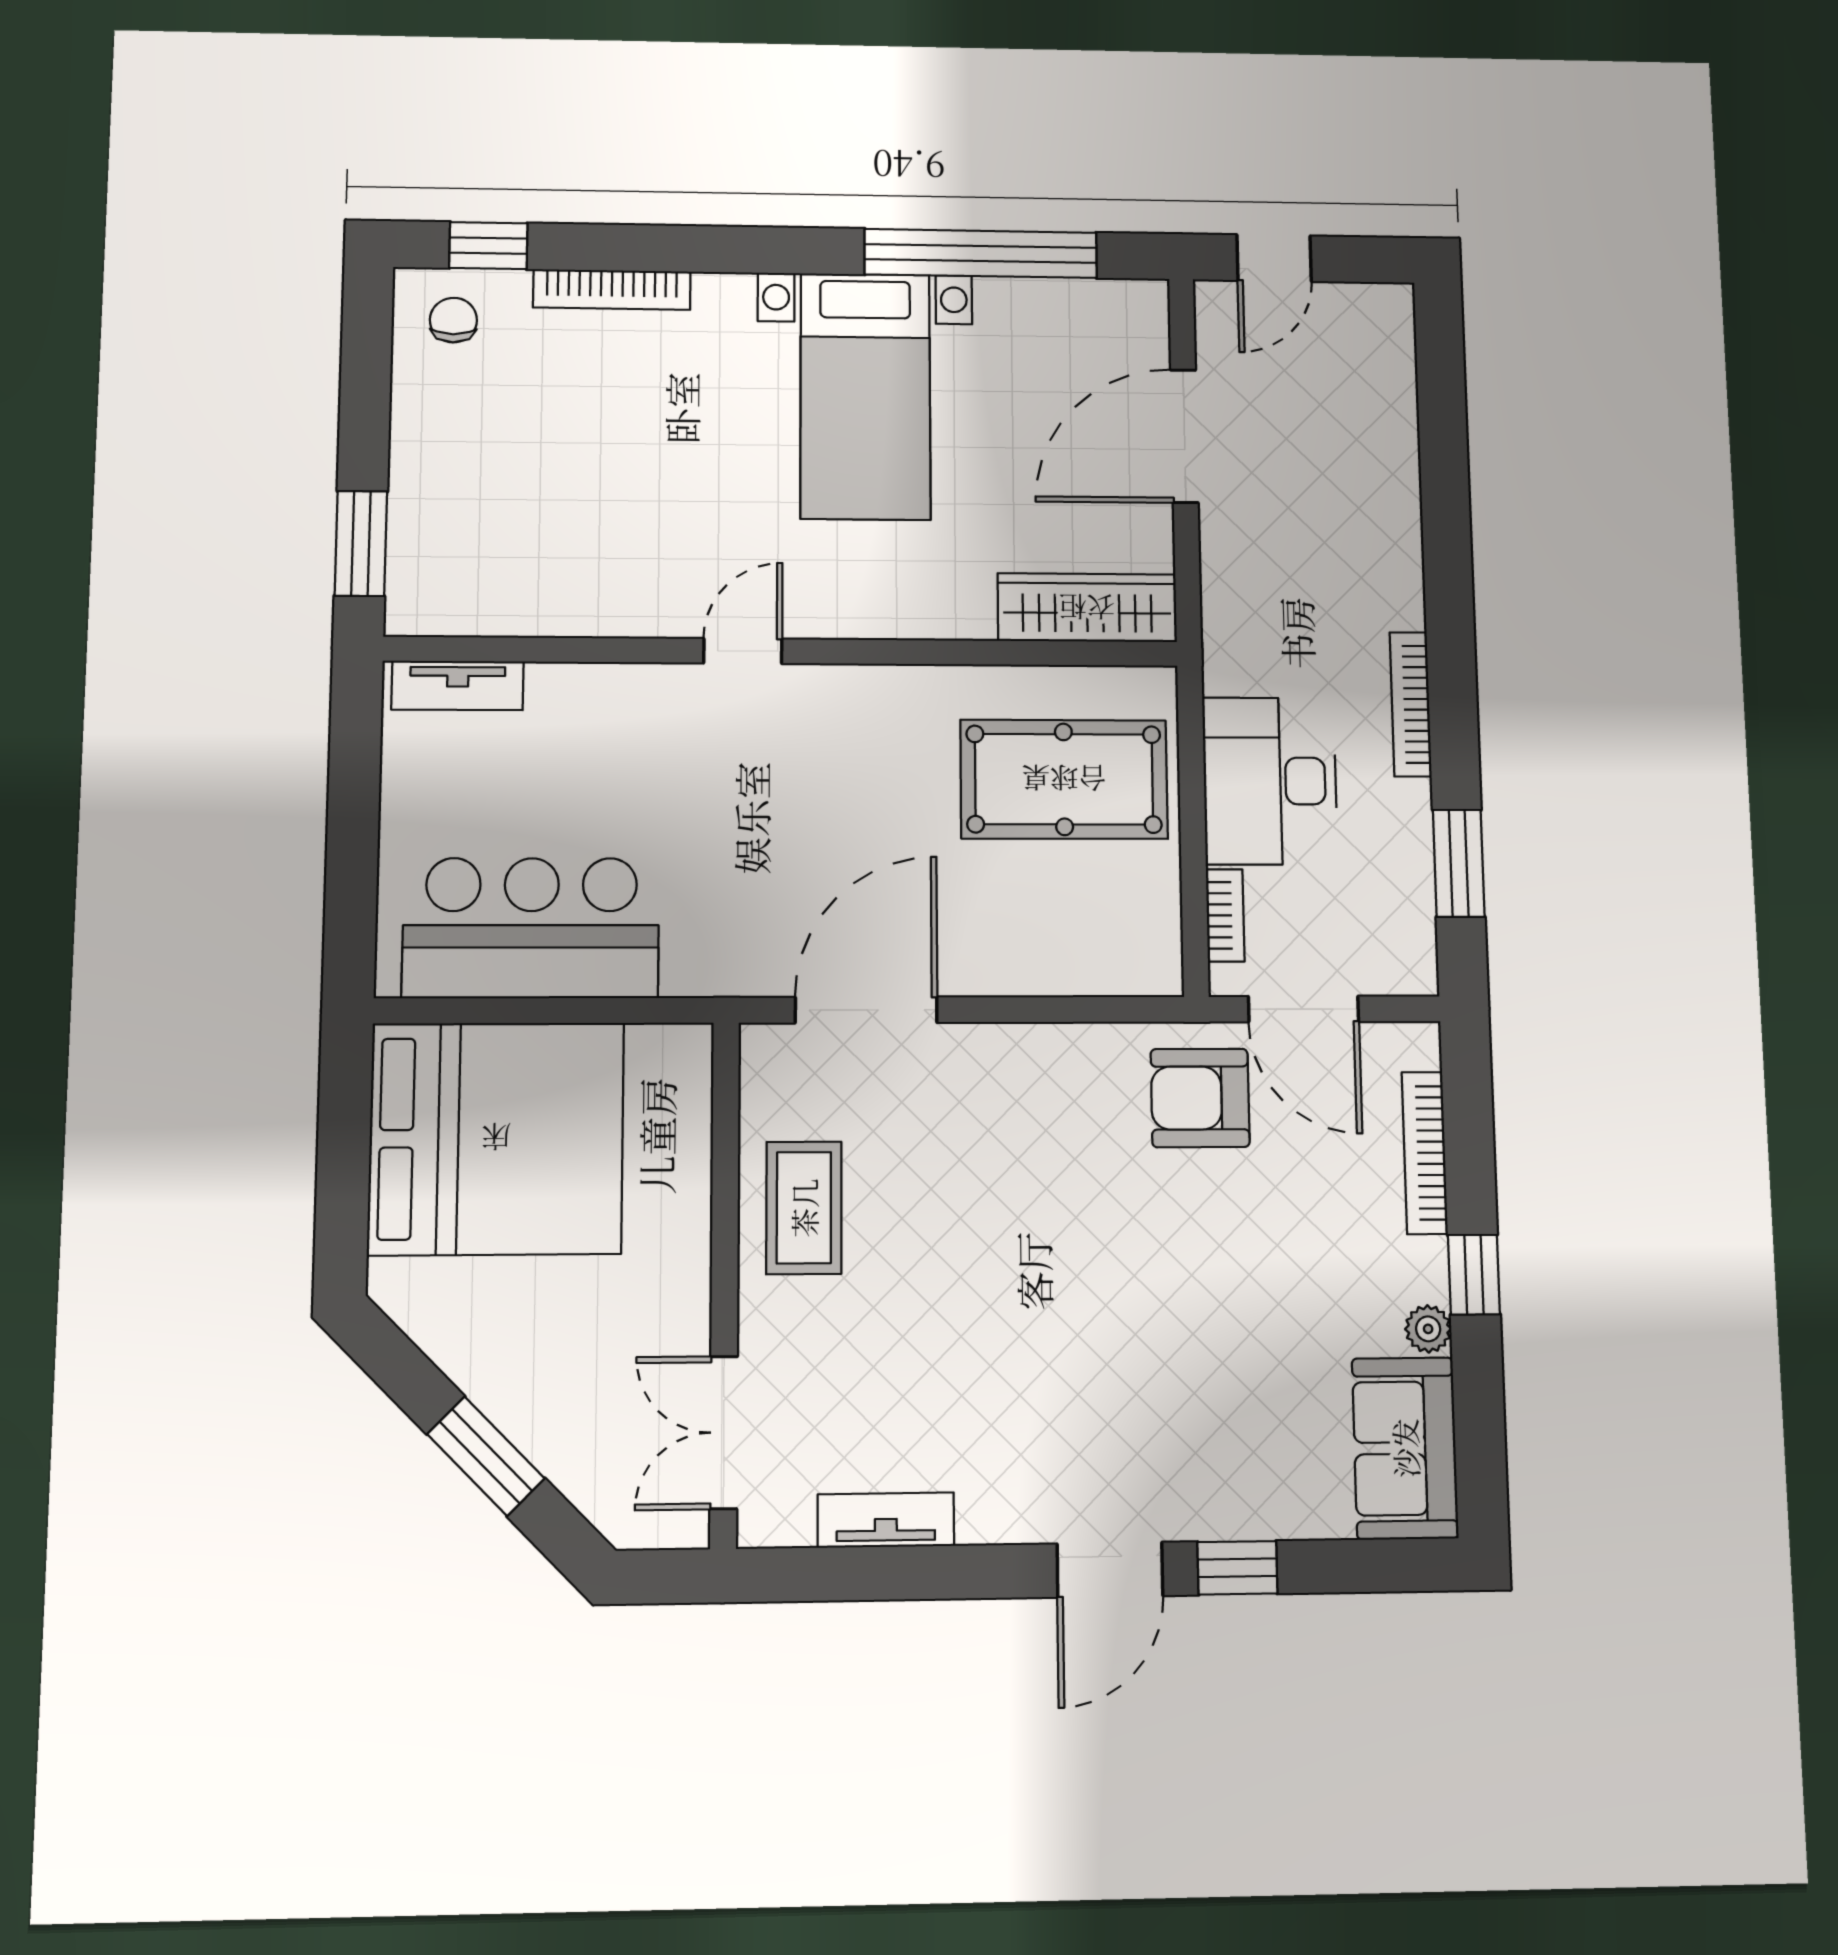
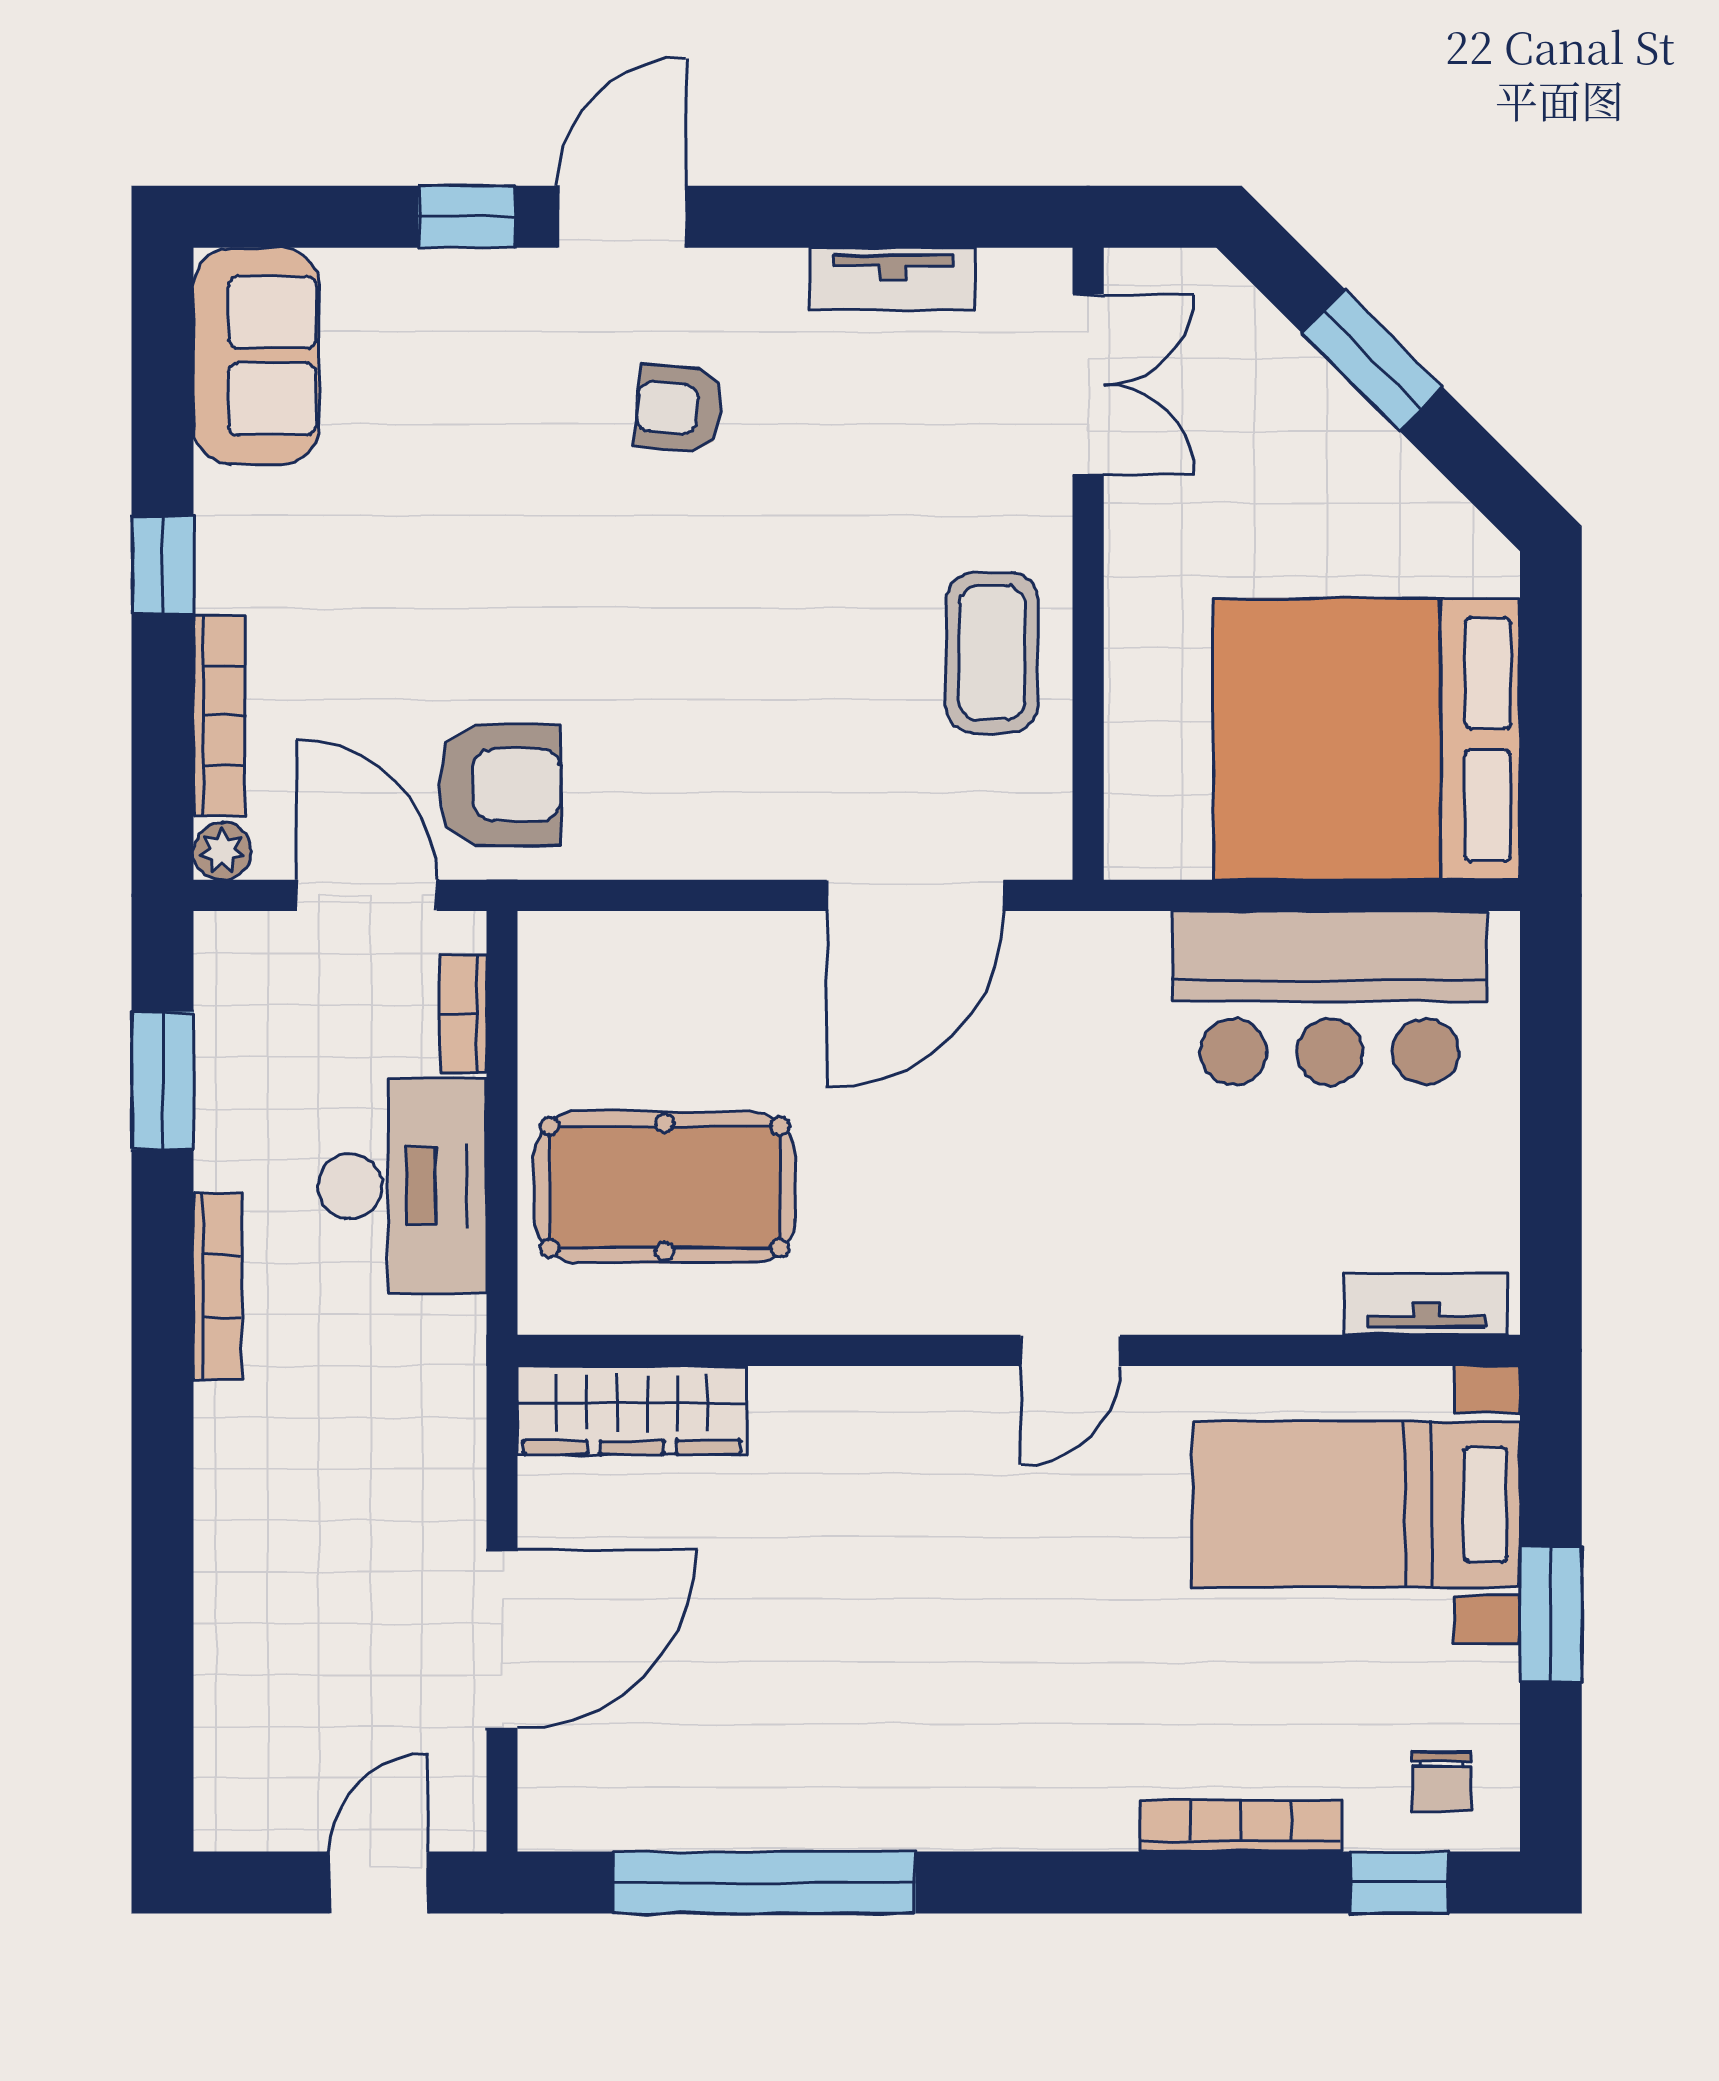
bed with nightstands: (865, 396) -> (1356, 1504), moved, turned -90
window: (361, 544) -> (1551, 1614), moved
plant: (1428, 1329) -> (222, 851), moved
armchair: (1061, 1408) -> (679, 409), added

